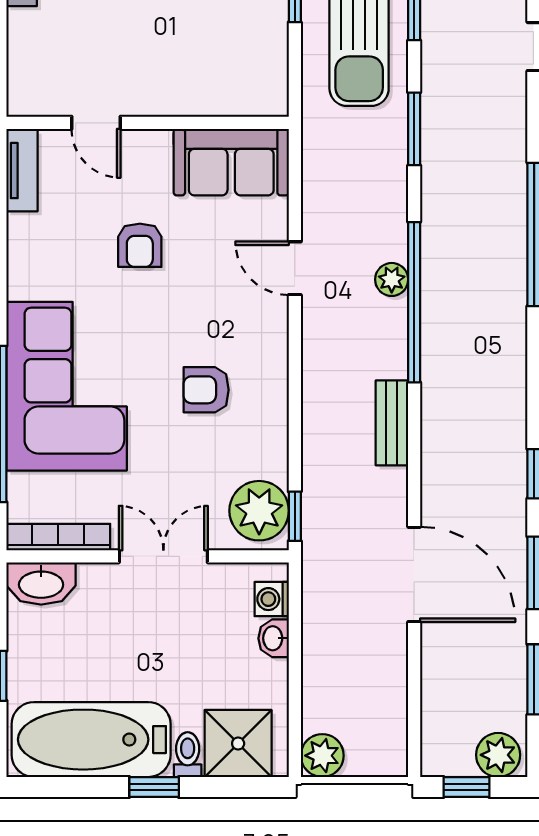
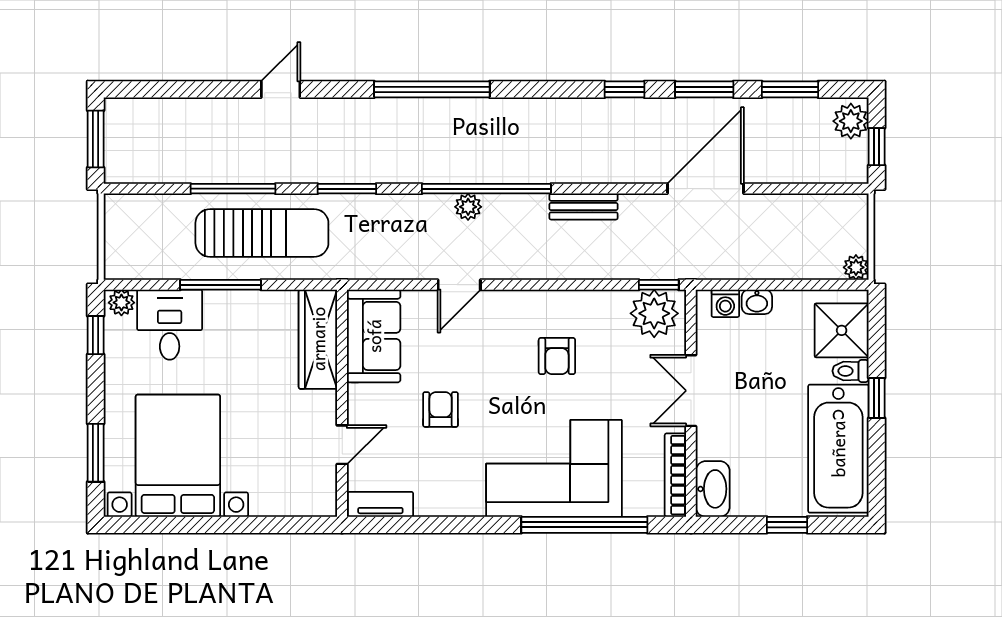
wardrobe: (227, 93) -> (318, 339), added
armchair: (140, 245) -> (441, 409), turned -90
plant: (322, 756) -> (856, 267), width x0.73, depth x0.73

